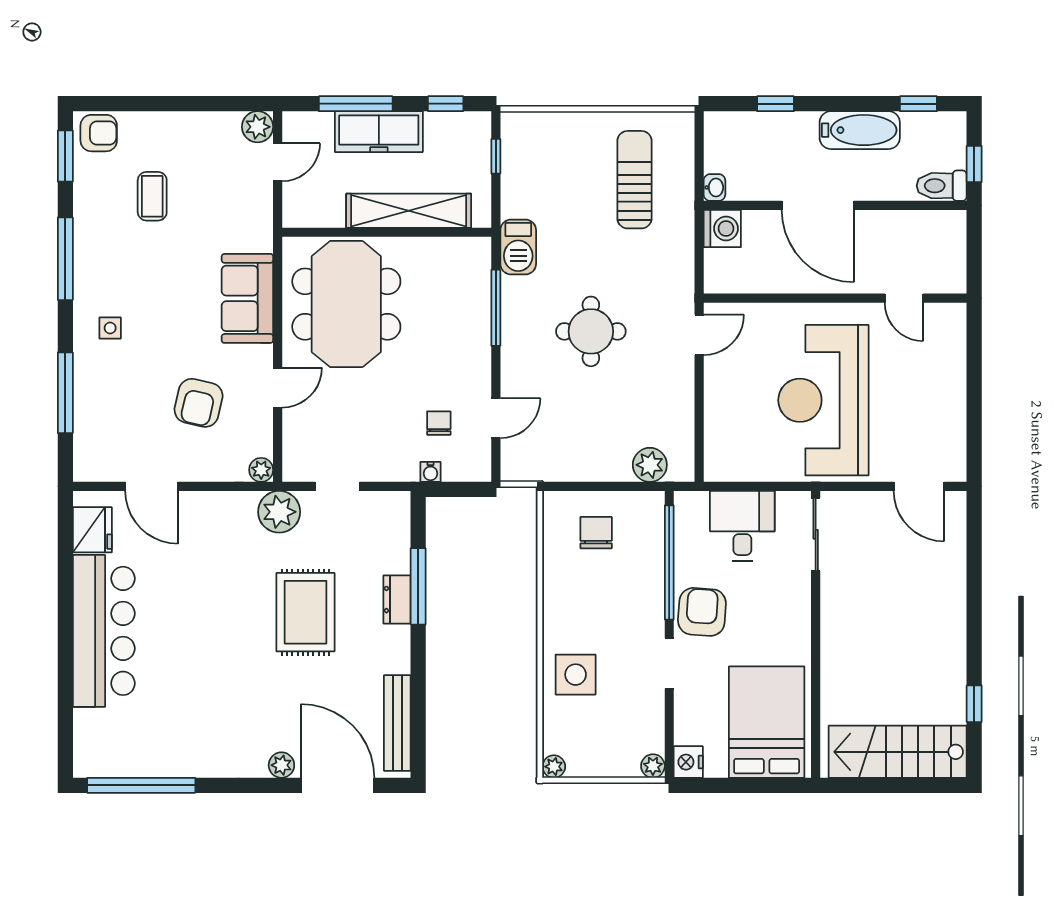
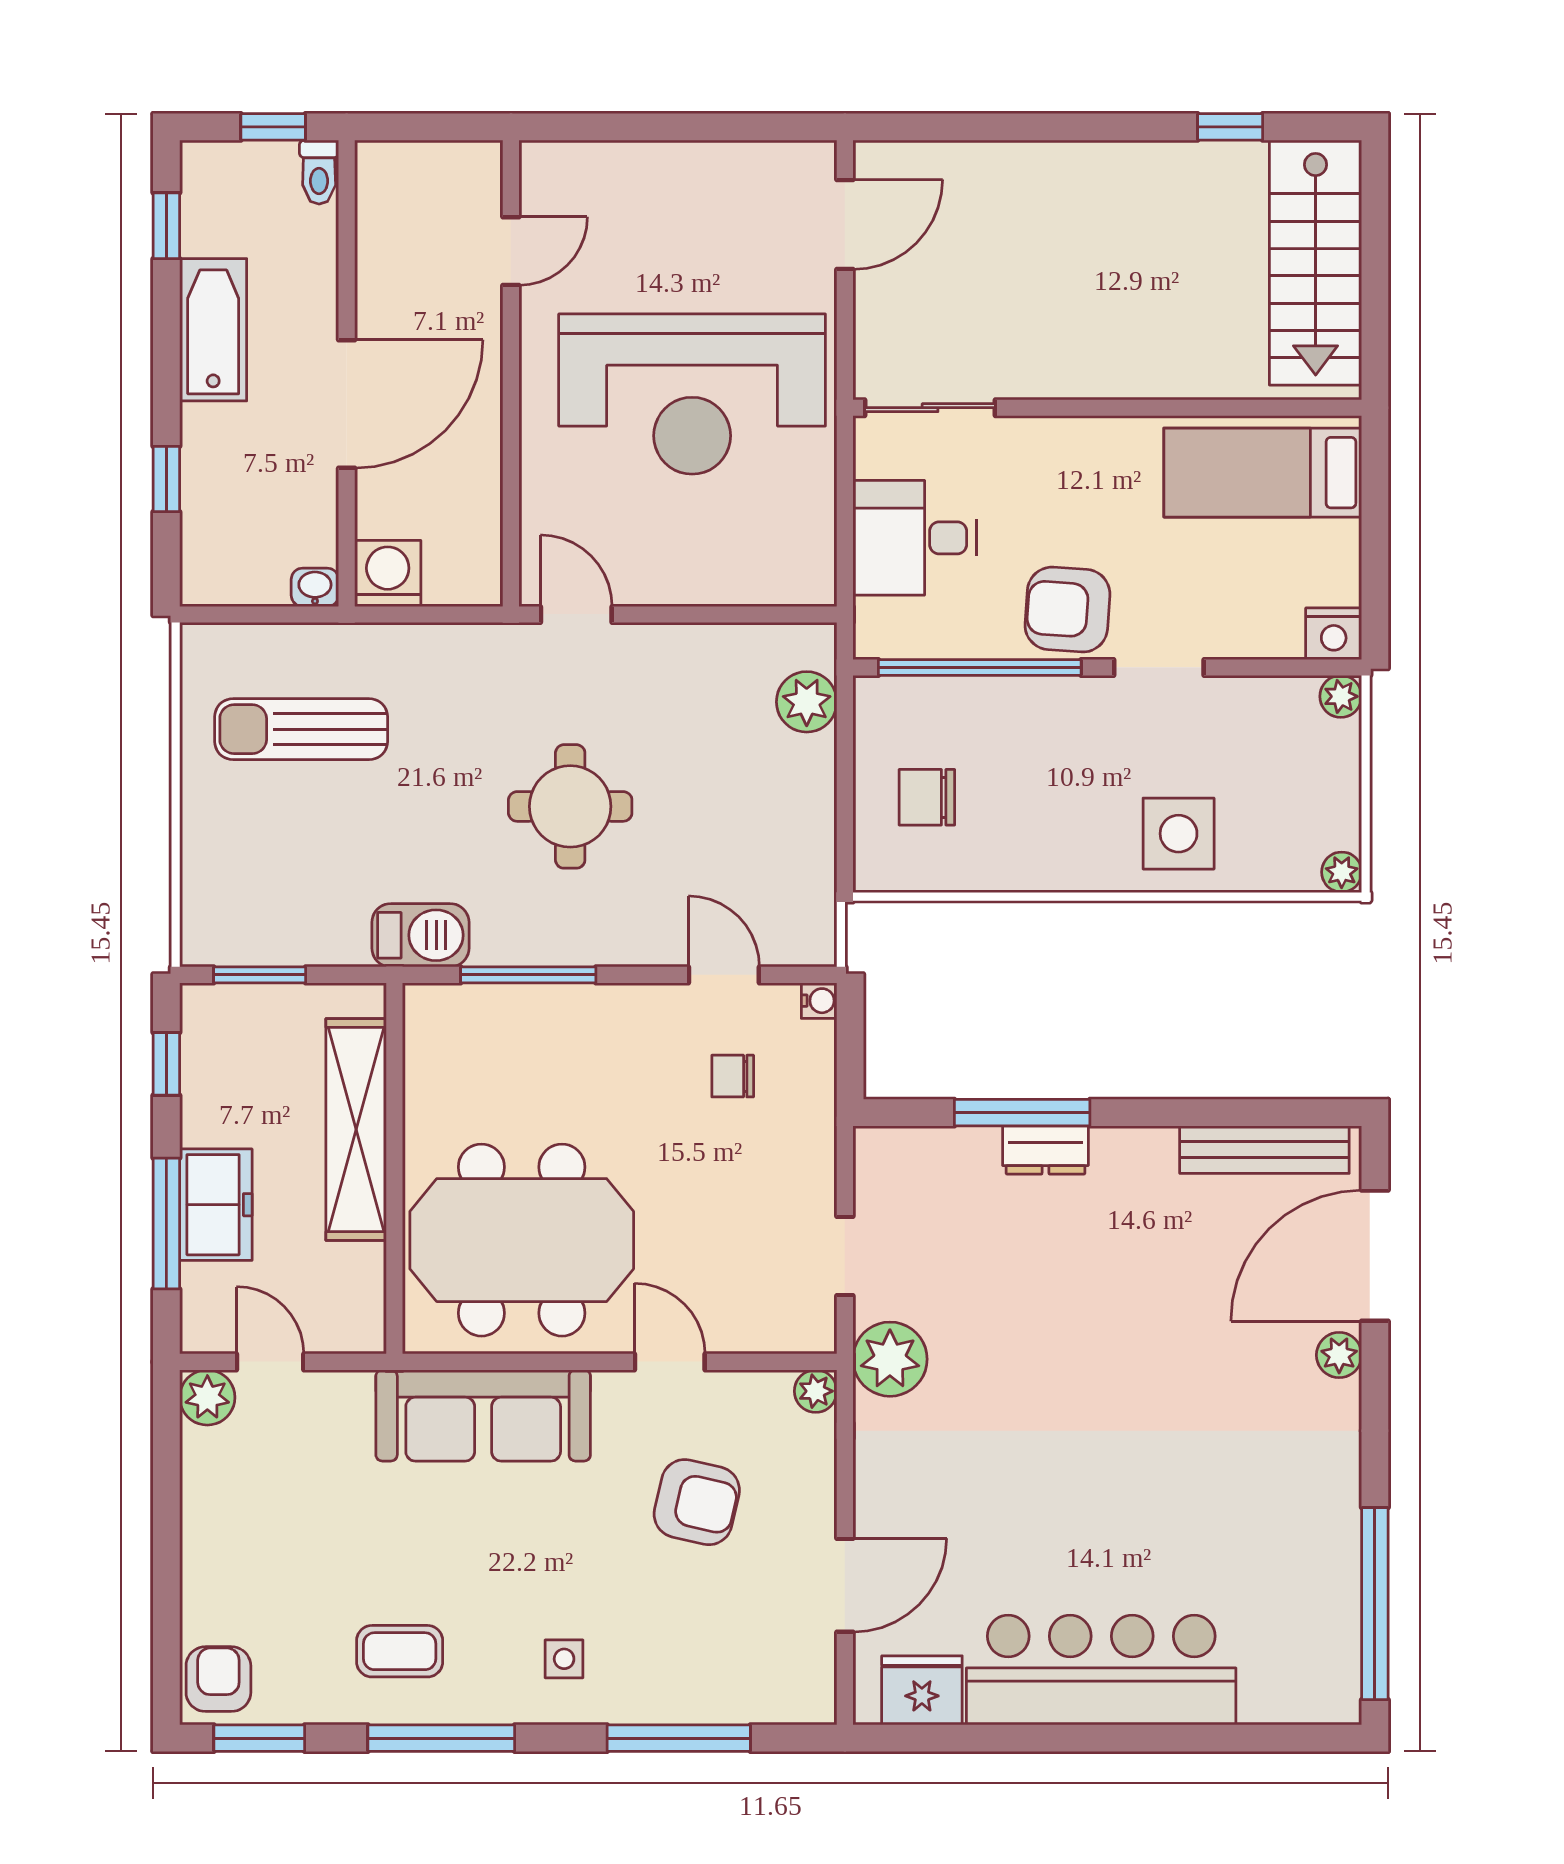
freezer: (379, 132) -> (216, 1205), width x0.71
window: (496, 156) -> (260, 975), width x1.50
toilet: (942, 186) -> (319, 172), width x0.73, depth x0.72
coffee table: (152, 196) -> (400, 1651), moved
sofa: (247, 298) -> (483, 1415), width x1.36
water cooler: (430, 472) -> (819, 1001), moved
rug: (306, 612) -> (1068, 1312), removed
bed: (767, 722) -> (1263, 473), width x0.67

